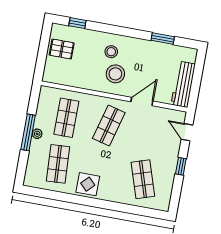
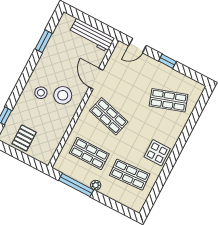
window: (28, 132) -> (76, 185), moved

